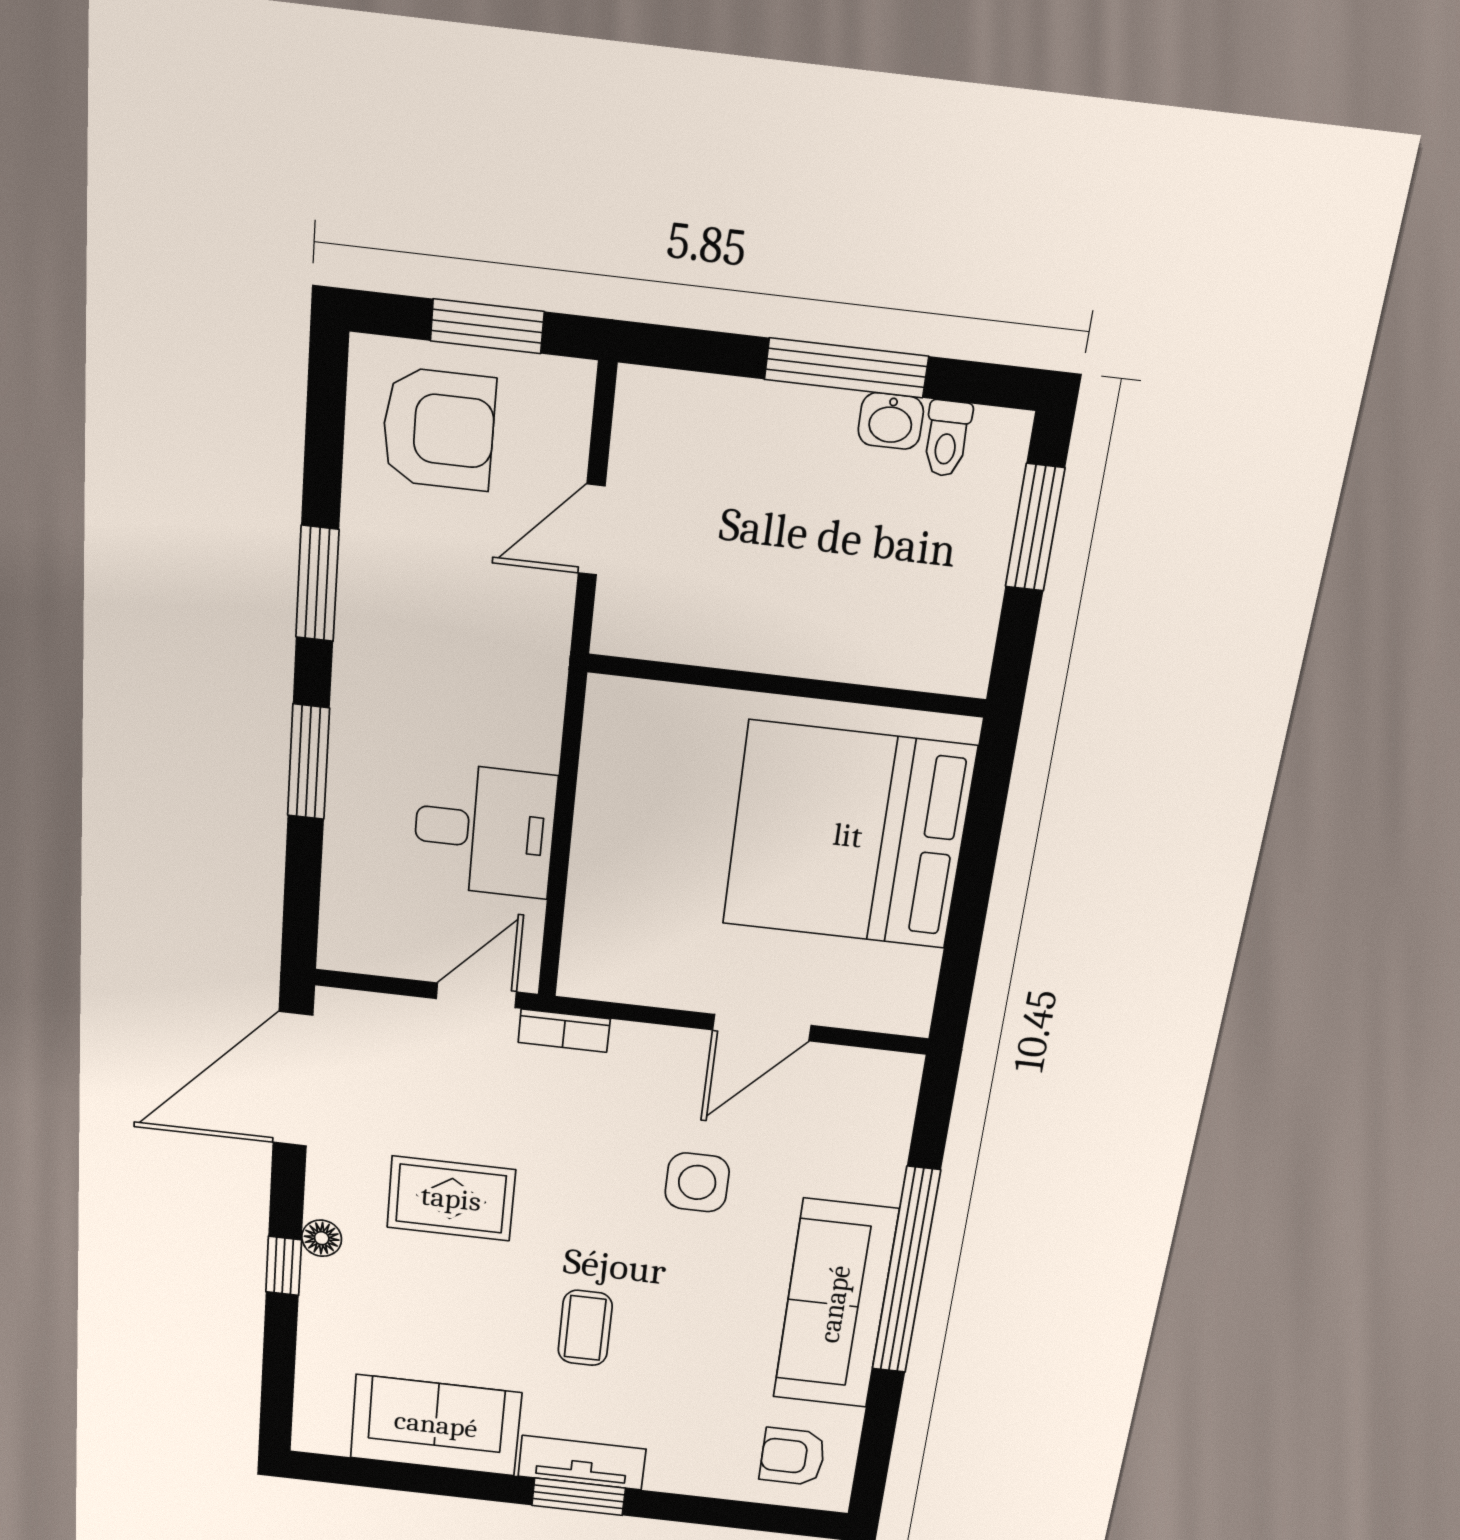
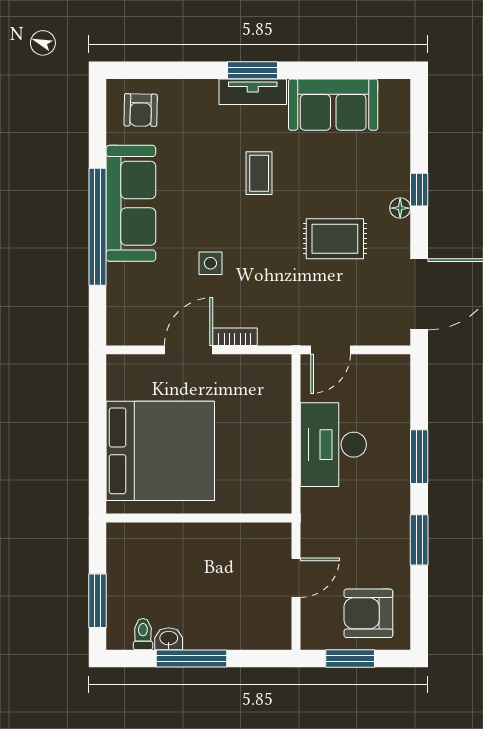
desk: (484, 830) -> (333, 445), width x1.37
bookcase: (564, 1031) -> (235, 337), moved
side table: (697, 1182) -> (210, 263), width x0.73, depth x0.73
armchair: (793, 1457) -> (141, 110), turned 91

